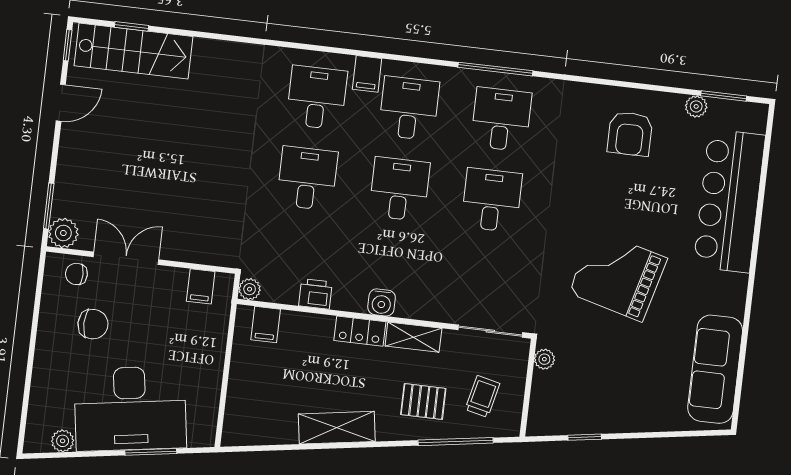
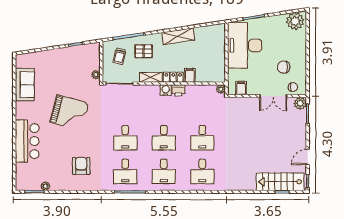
filing cabinet: (367, 74) -> (183, 184), removed
armchair: (630, 134) -> (81, 166), moved
bar counter: (729, 201) -> (27, 141), width x0.73
printer: (315, 294) -> (178, 90), moved
filing cabinet: (266, 325) -> (190, 75), moved
sofa: (715, 369) -> (25, 85), width x0.73
desk: (130, 409) -> (245, 45), moved, turned -81
plant: (63, 441) -> (295, 21), width x1.87, depth x1.87

